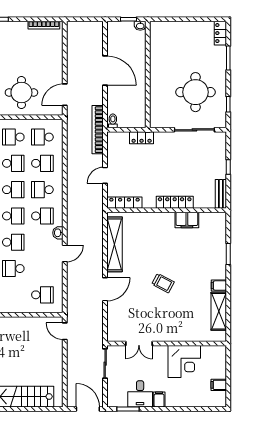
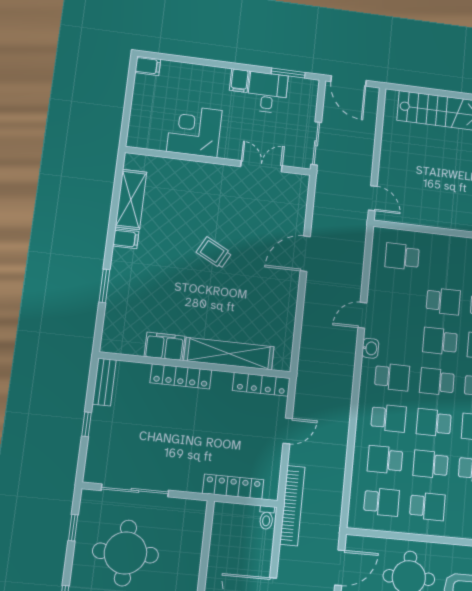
locker: (142, 138) -> (233, 487), width x1.53
school desk: (42, 216) -> (392, 377), turned 180
shelving: (114, 244) -> (229, 354), moved, turned 90
filing cabinet: (219, 385) -> (148, 66), moved

